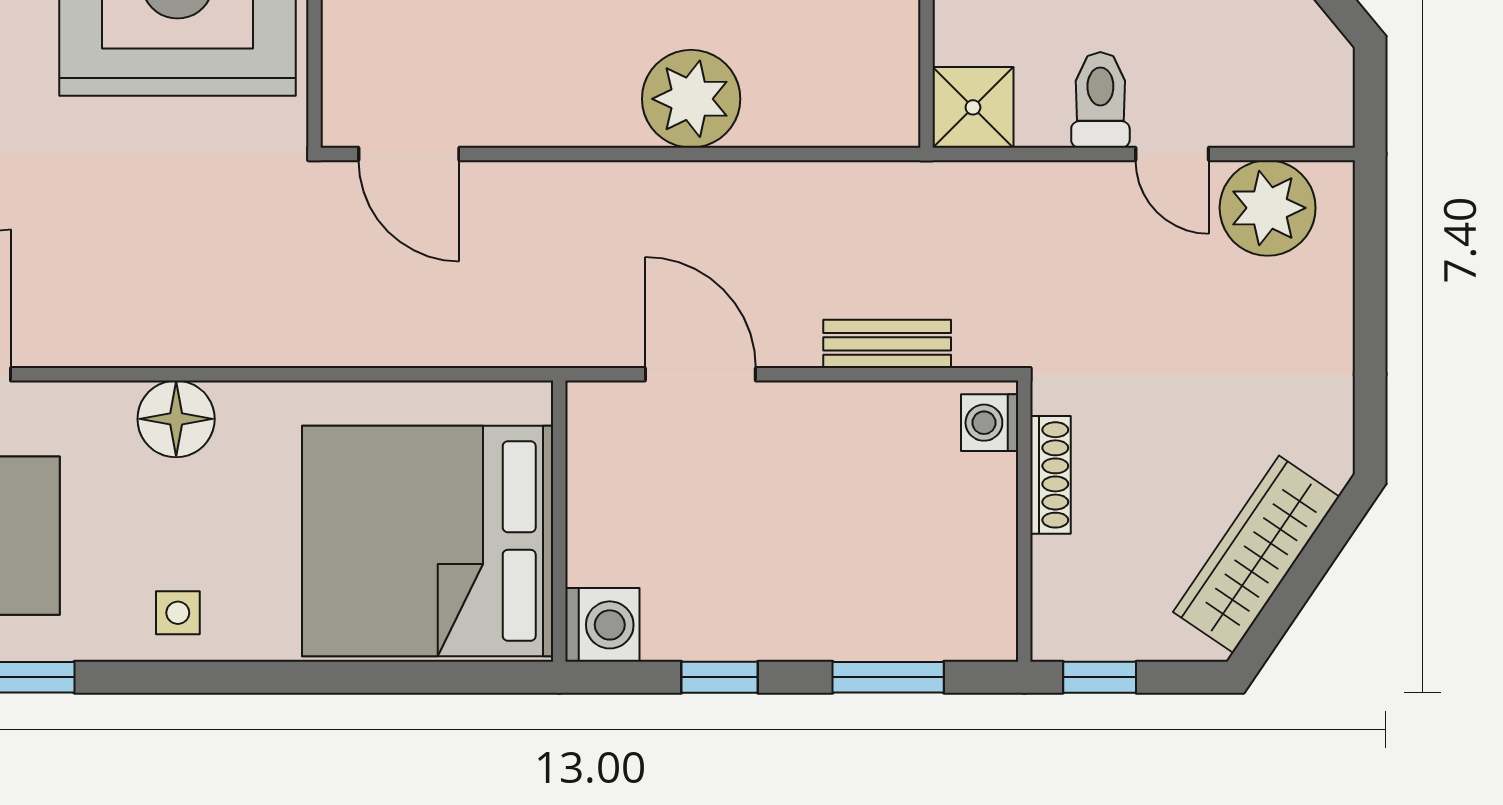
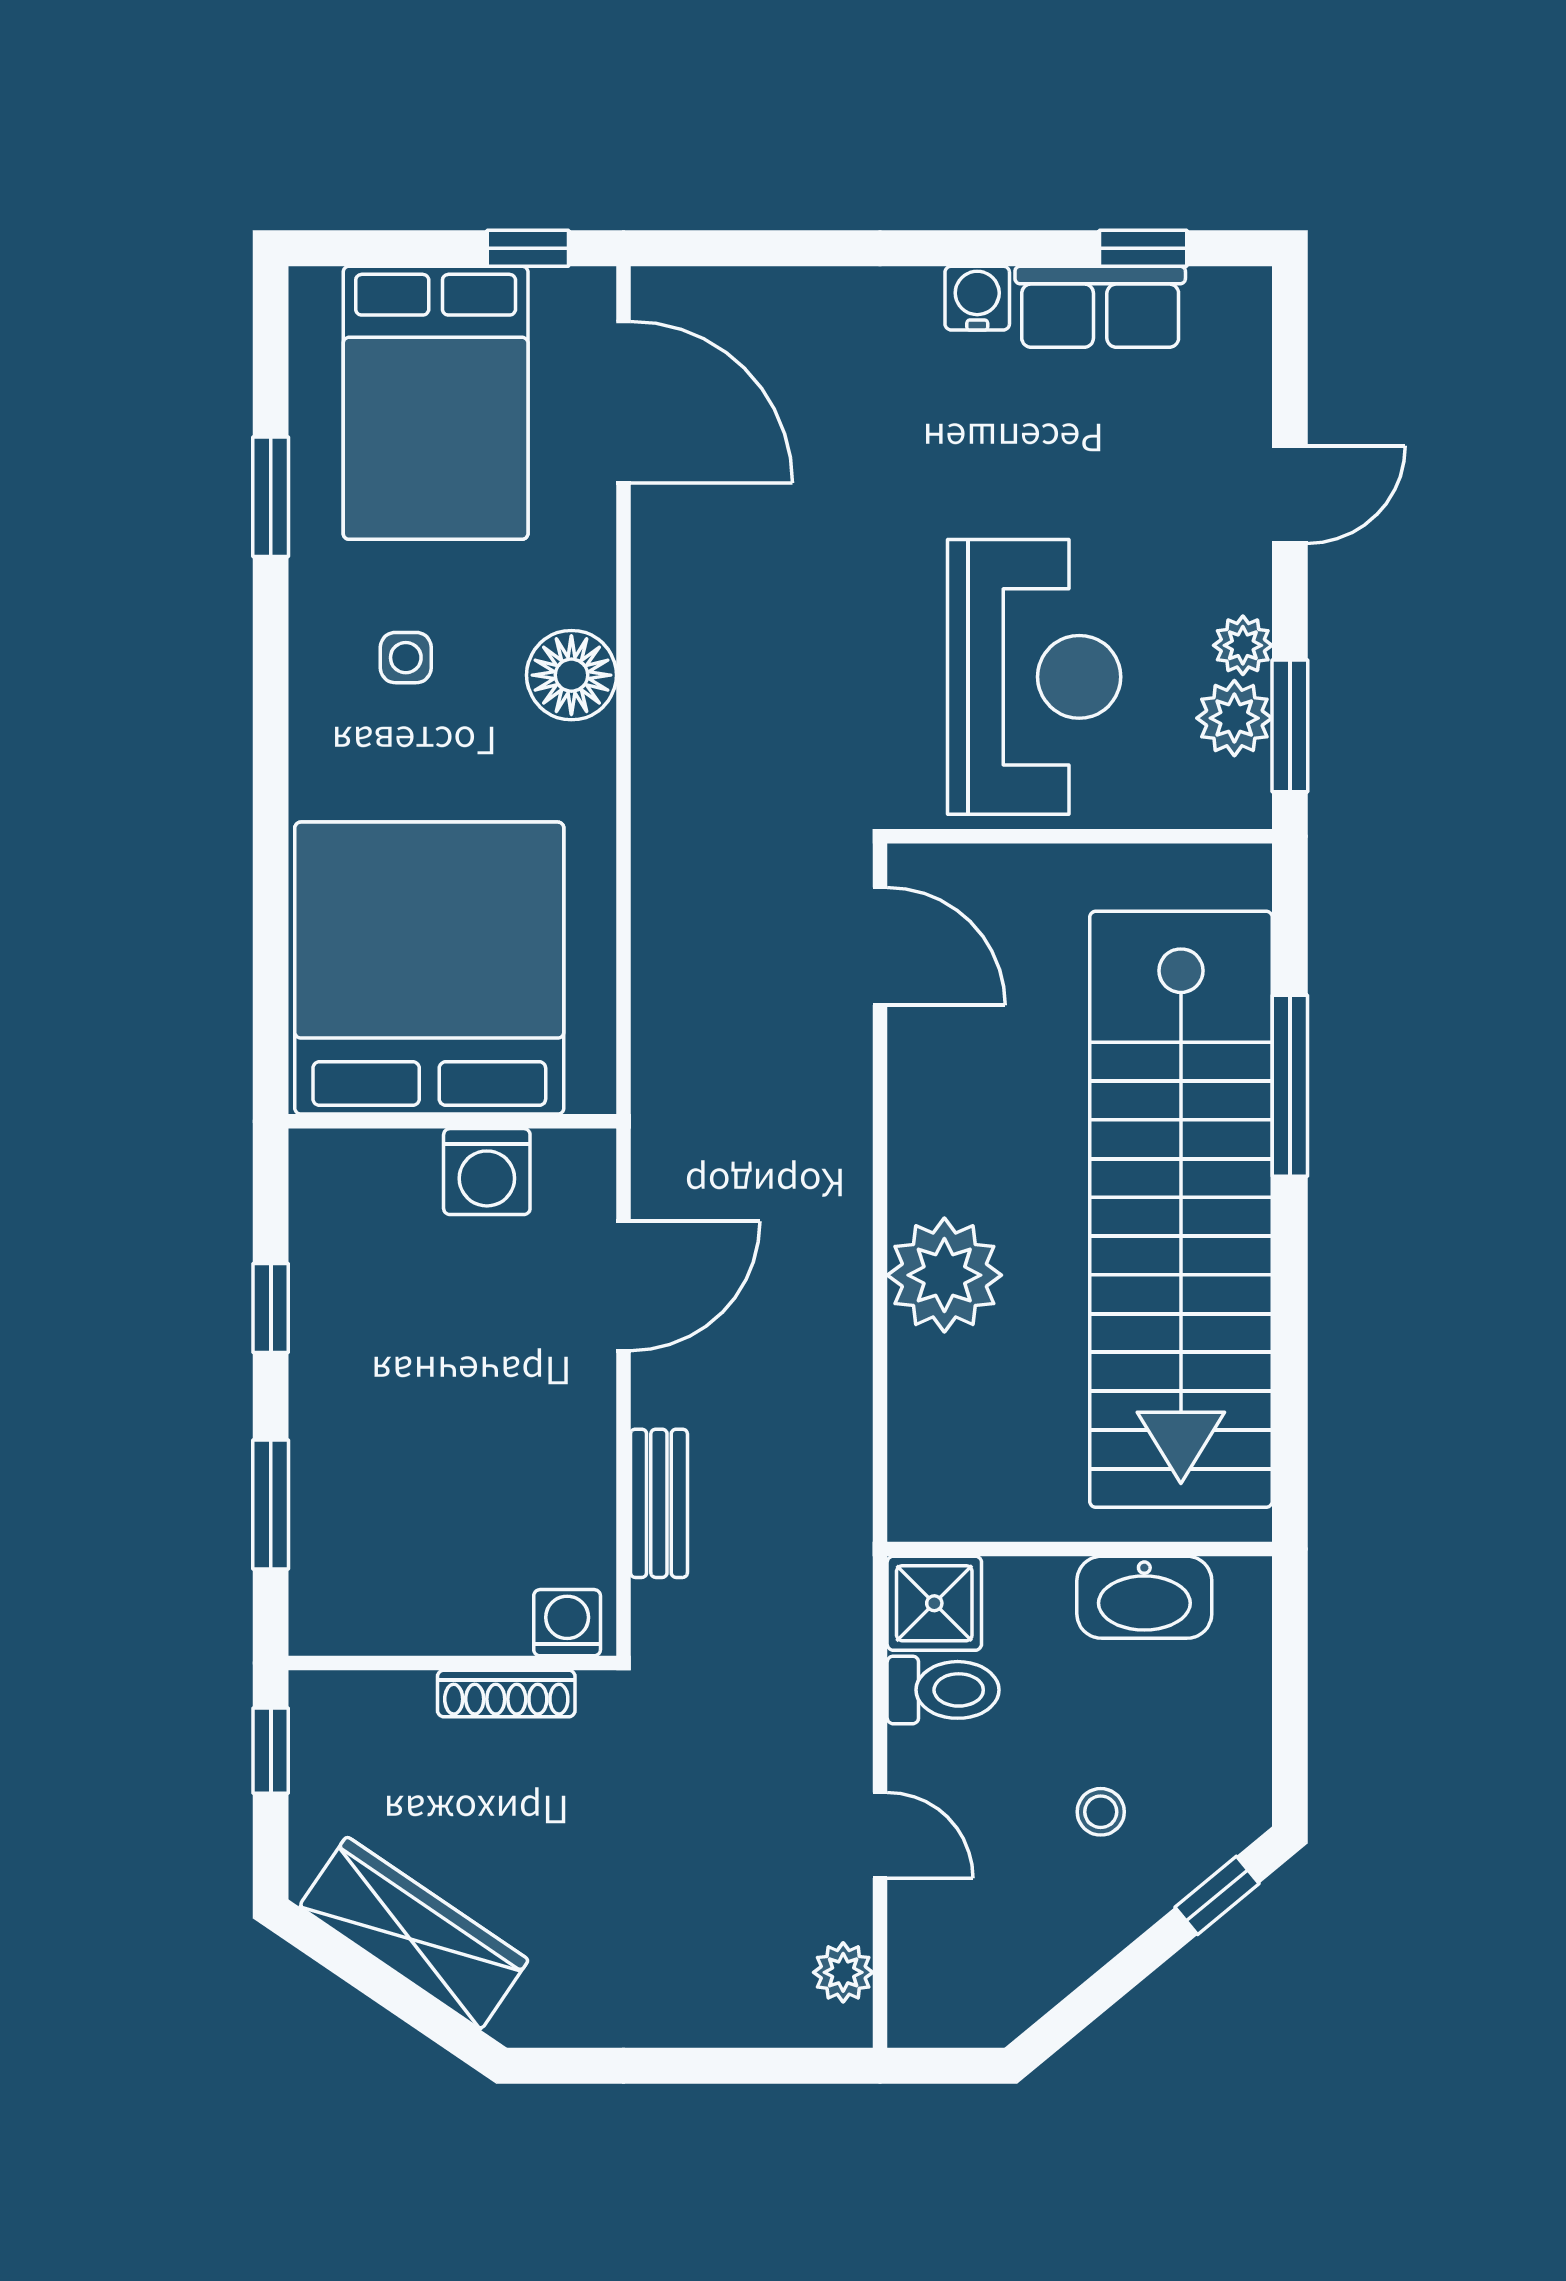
toilet: (1100, 100) -> (943, 1690), moved
door: (409, 154) -> (880, 946), swing flipped
door: (1172, 154) -> (880, 1835), swing flipped
plant: (1268, 208) -> (843, 1972), width x0.53, depth x0.53
side table: (178, 613) -> (406, 658), moved
washing machine: (602, 625) -> (487, 1172), moved

